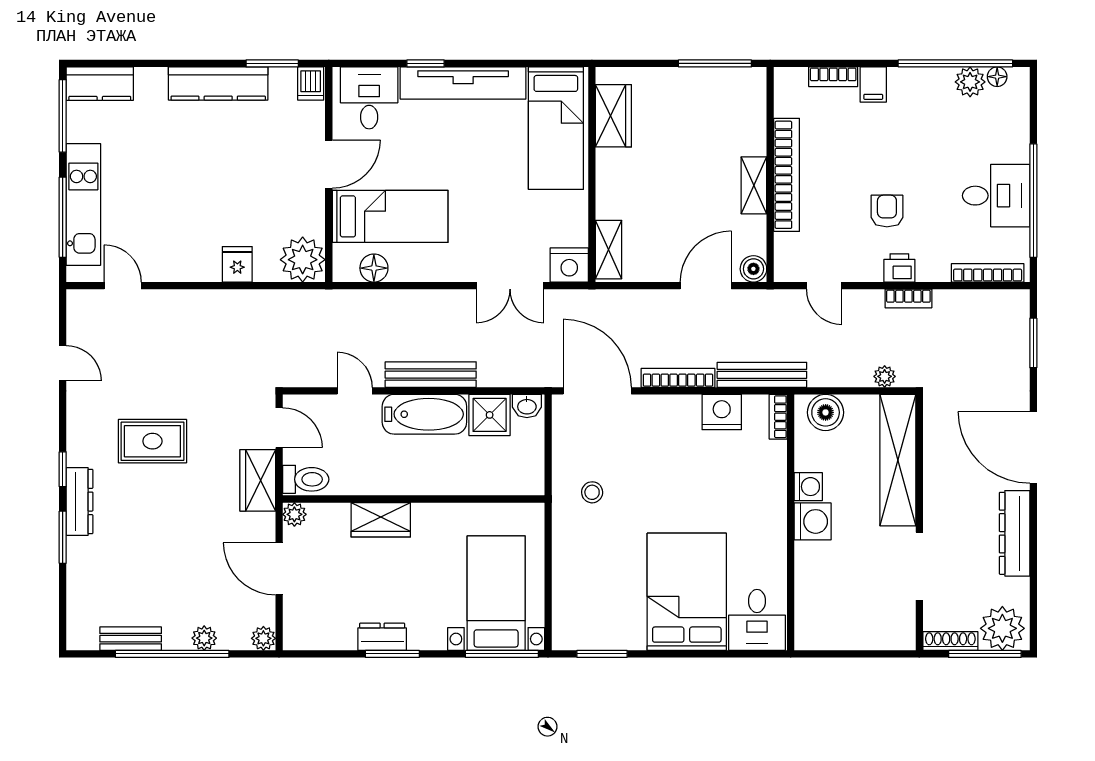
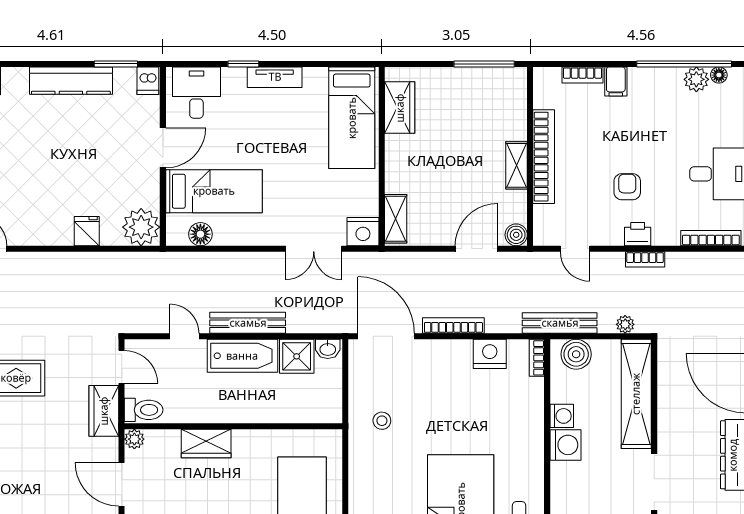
tv unit: (463, 83) -> (275, 77), width x0.52, depth x0.78
bench: (762, 375) -> (560, 323), moved

